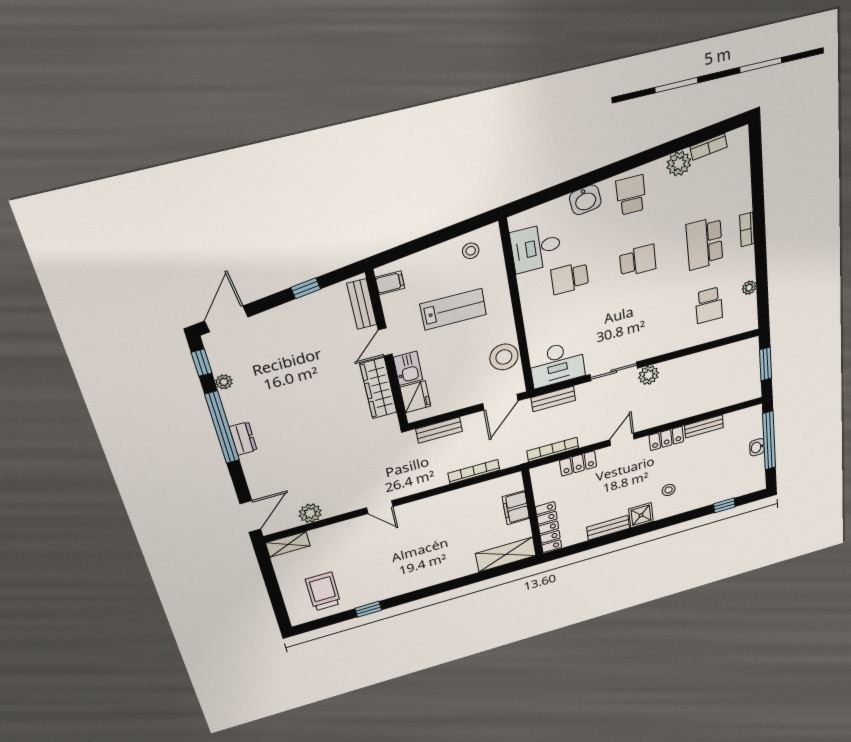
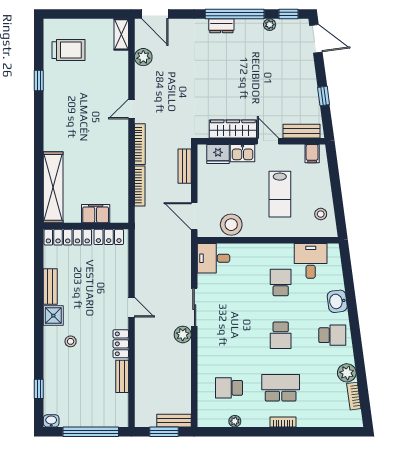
desk: (557, 364) -> (214, 258), width x0.73
bench: (553, 399) -> (174, 421), moved, turned 90
washbasin: (757, 447) -> (51, 421), moved
bookcase: (553, 450) -> (140, 144), moved
locker: (578, 463) -> (109, 237), moved, turned -90
shelving: (506, 555) -> (53, 187), width x1.47

